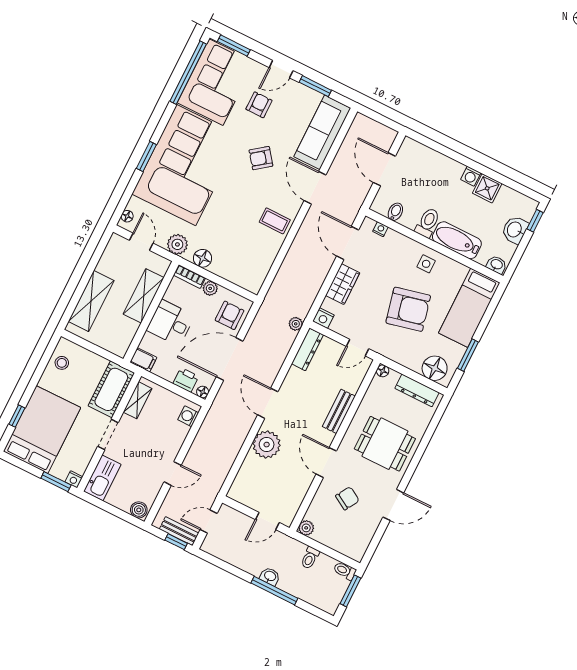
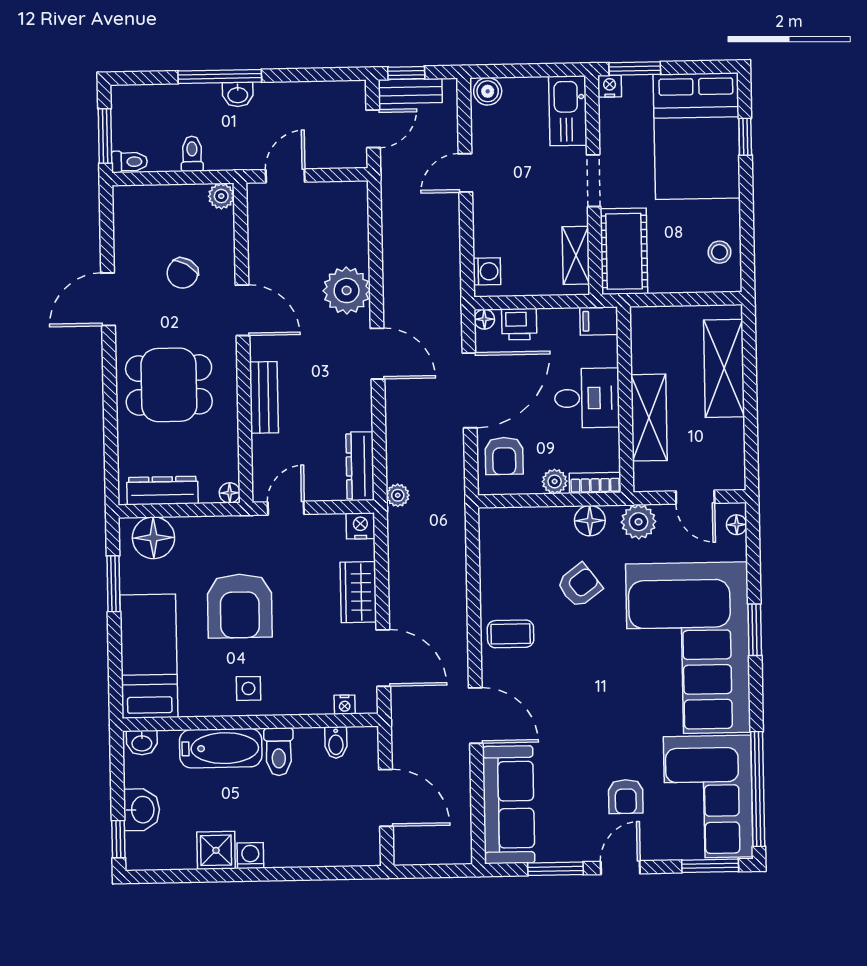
armchair: (261, 158) -> (579, 585), moved
armchair: (408, 309) -> (240, 606), turned -77

